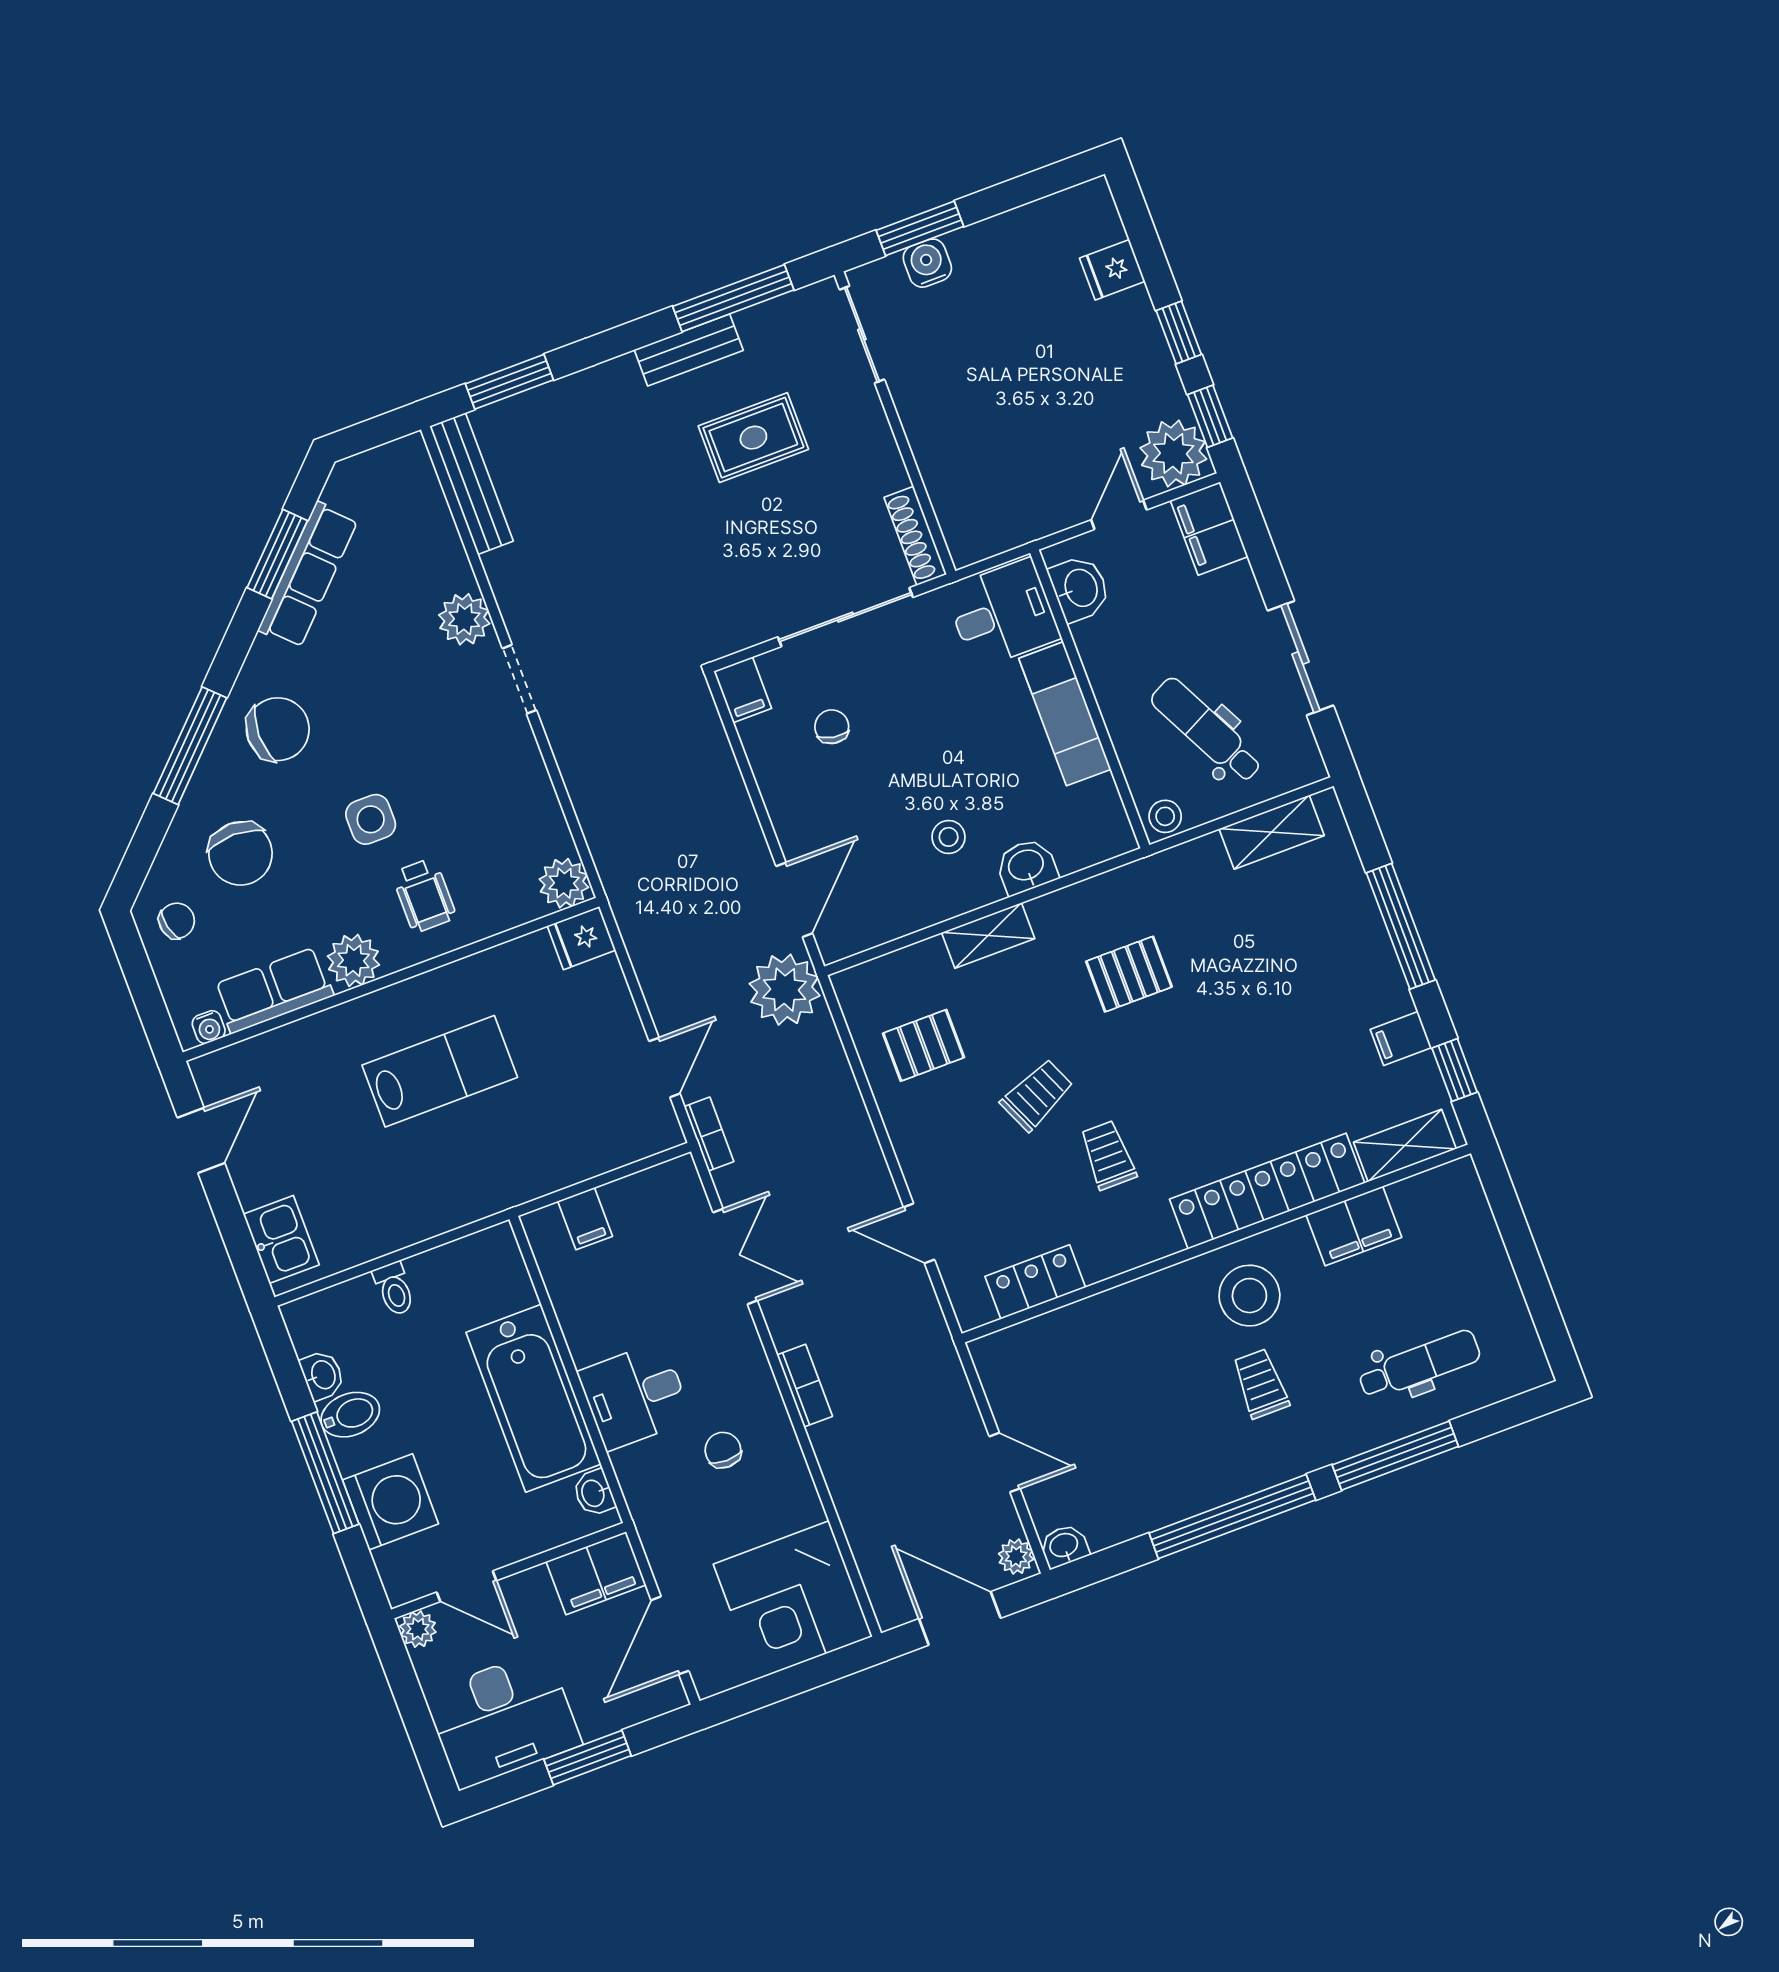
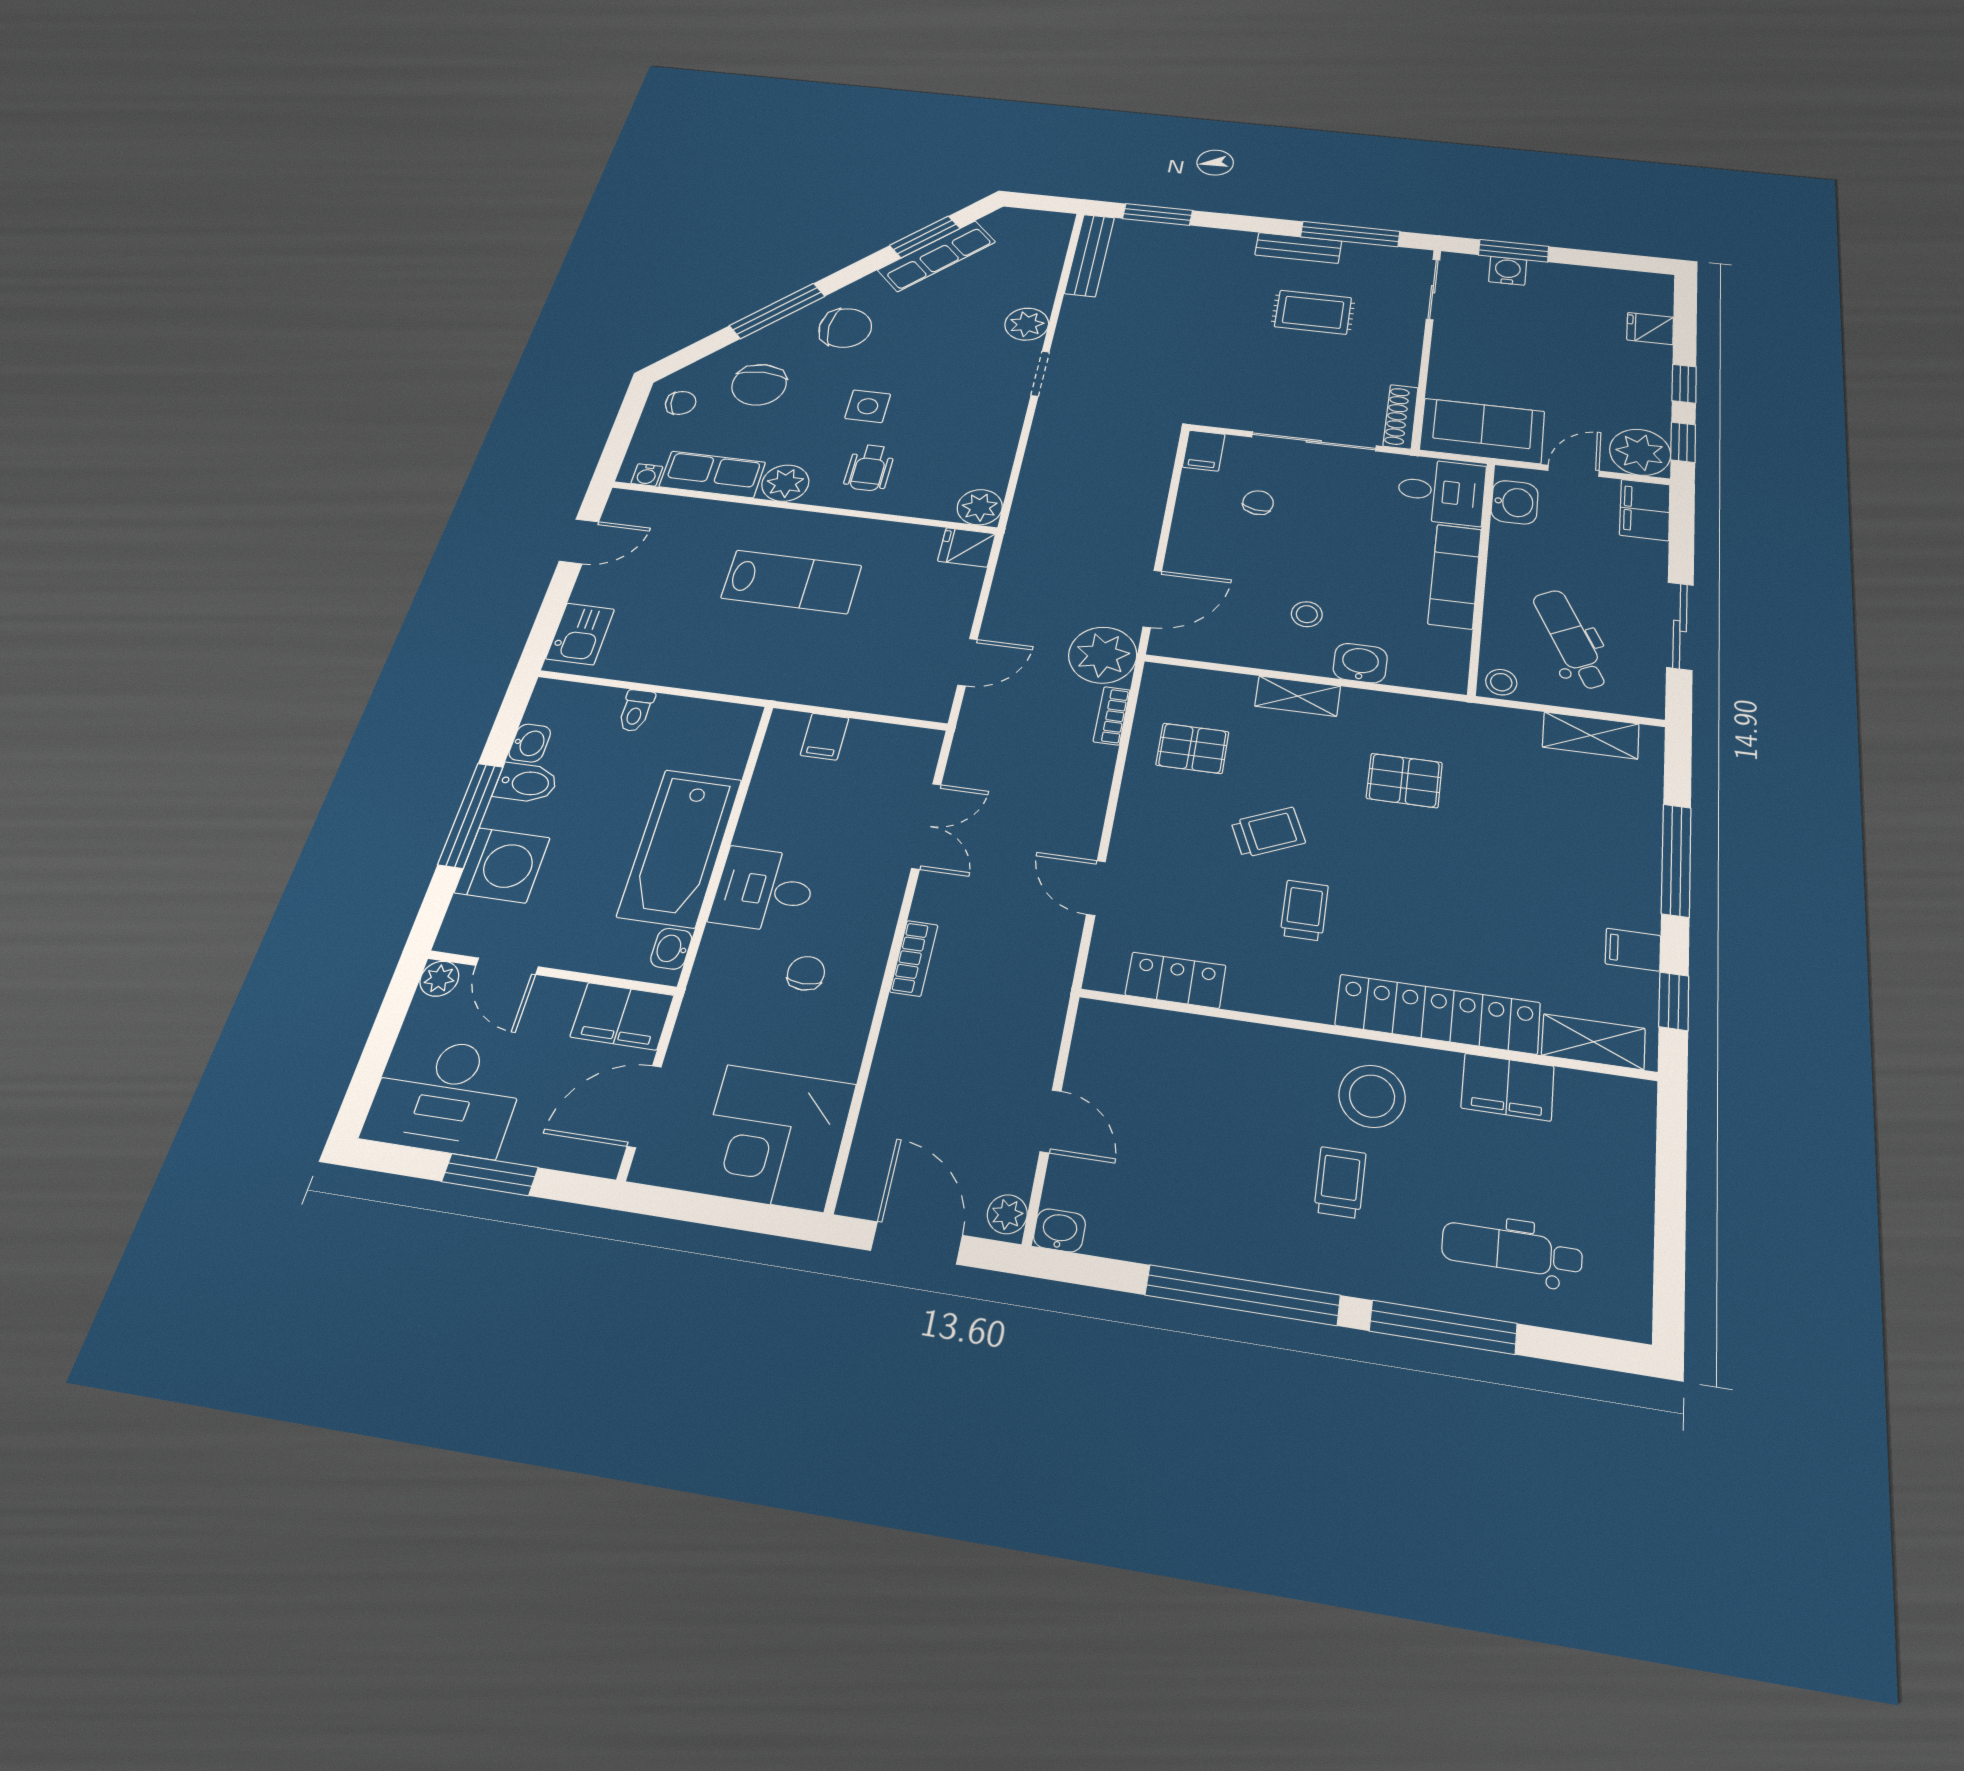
sofa: (1005, 510) -> (1482, 431), added
bookcase: (709, 1134) -> (1112, 716), moved, turned 180
dental chair: (1419, 1365) -> (1512, 1251), turned 180

